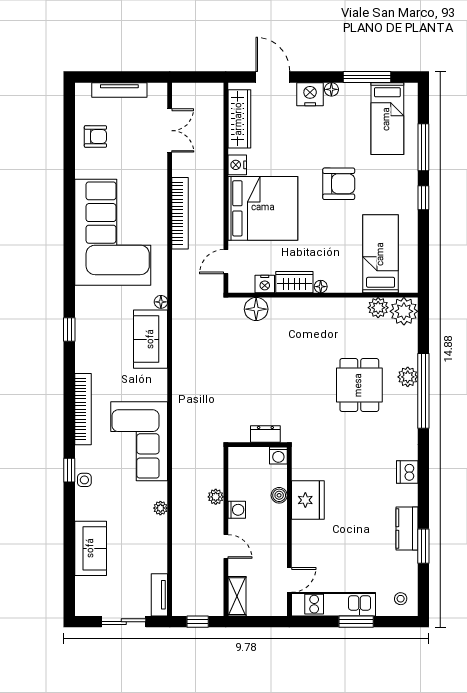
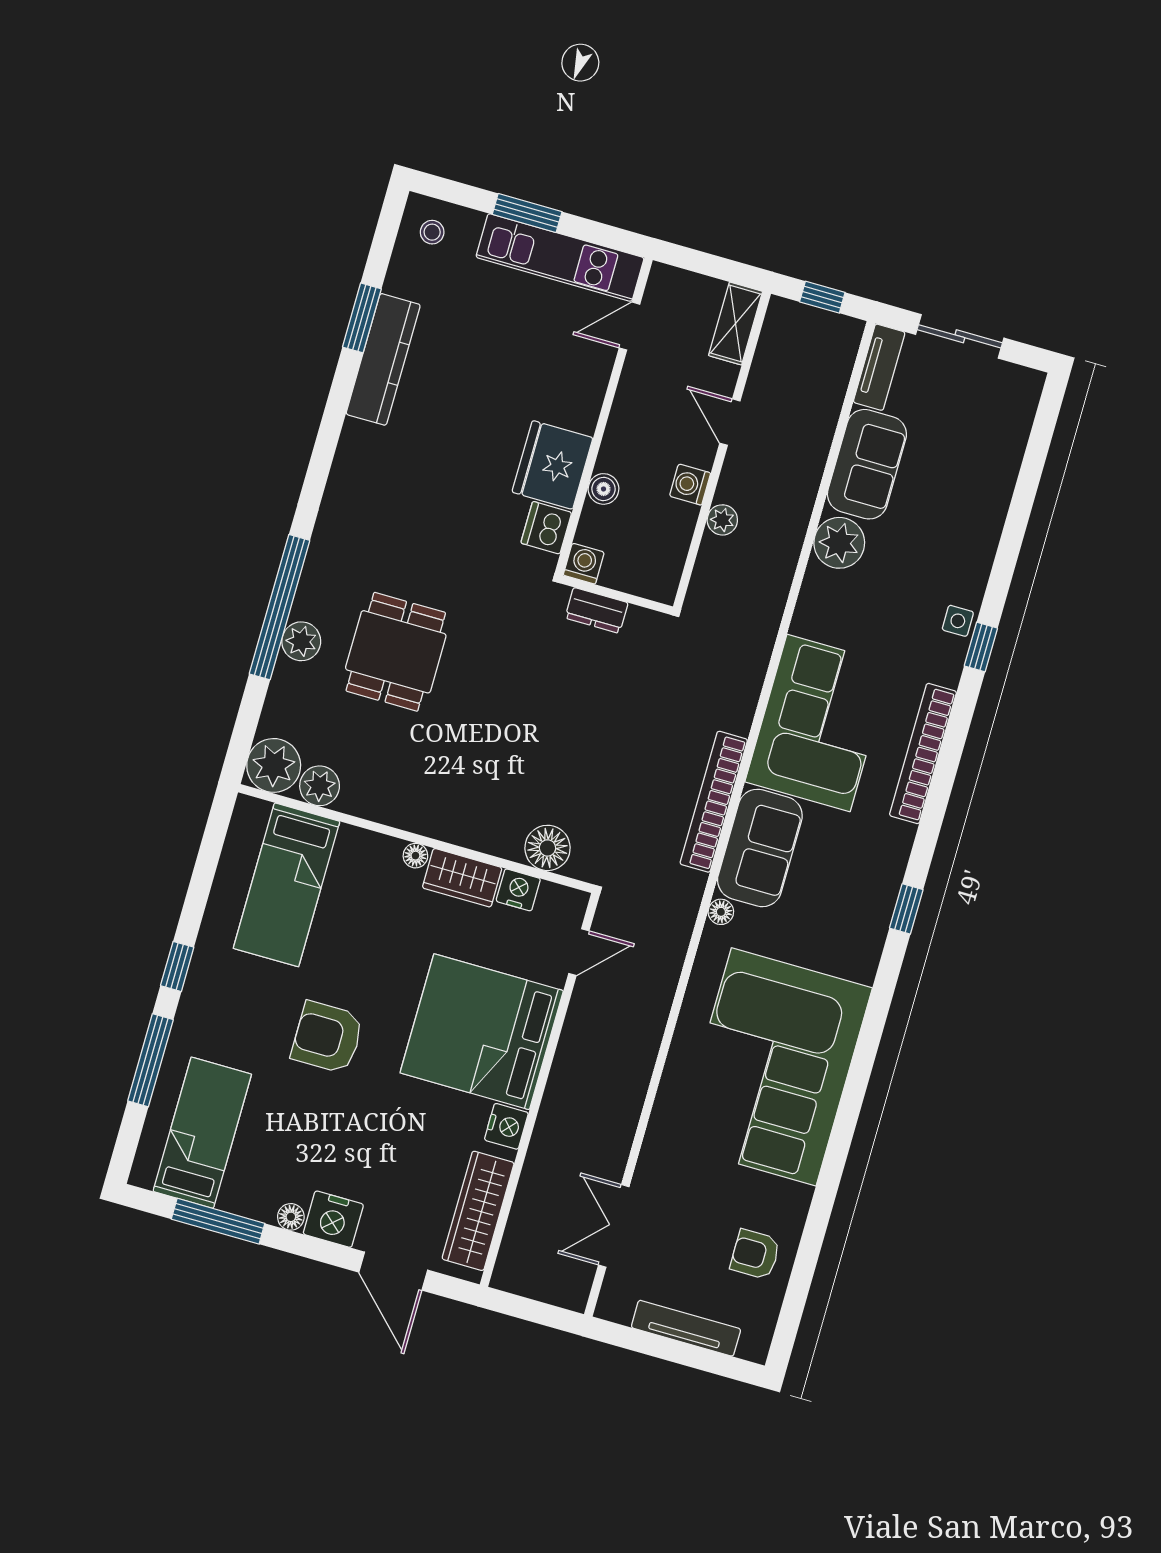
bookcase: (180, 213) -> (714, 802), moved
corner sofa: (139, 441) -> (818, 723), moved
dishwasher: (407, 472) -> (546, 528), moved, turned 180
plant: (160, 508) -> (839, 543), width x1.88, depth x1.88
kitchen counter: (407, 529) -> (383, 359), width x1.50
sofa: (91, 548) -> (867, 464), moved, turned 180

